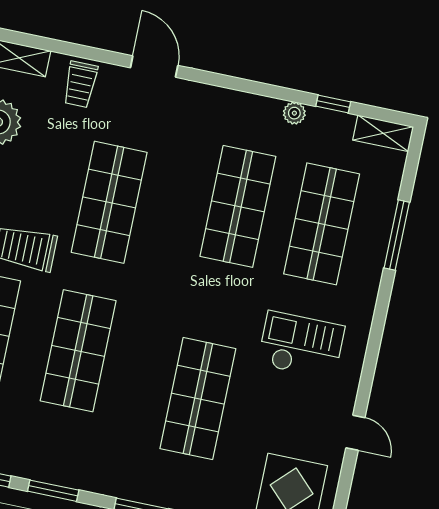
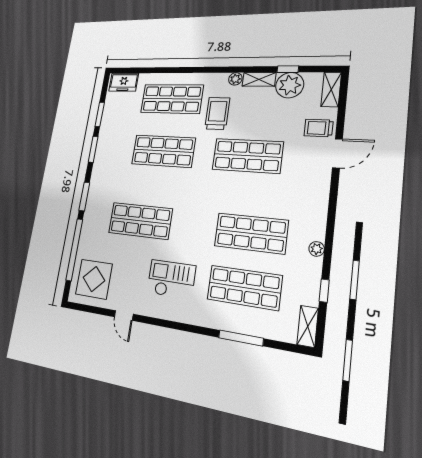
door: (154, 67) -> (337, 153), moved
plant: (294, 113) -> (317, 249), moved
checkout: (301, 345) -> (171, 279), turned -90
door: (355, 433) -> (124, 316), hinge flipped

